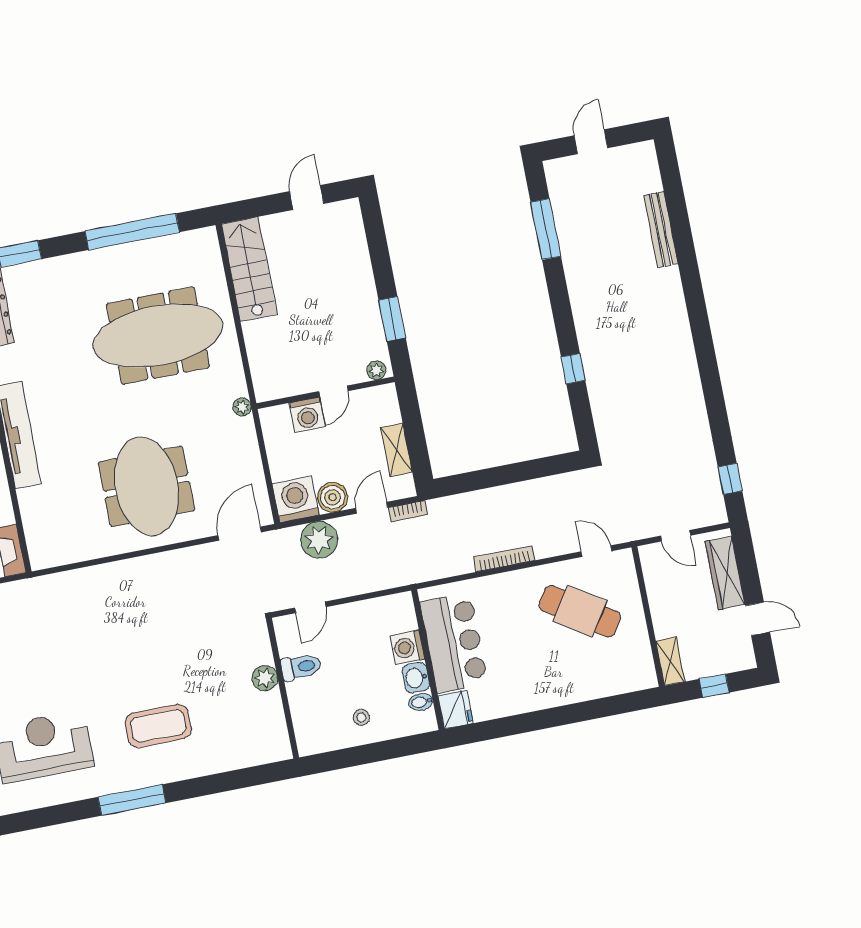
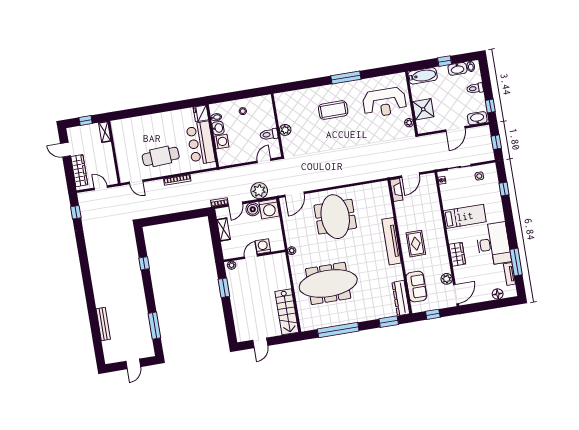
cafe table: (580, 611) -> (161, 156), moved, turned -36

